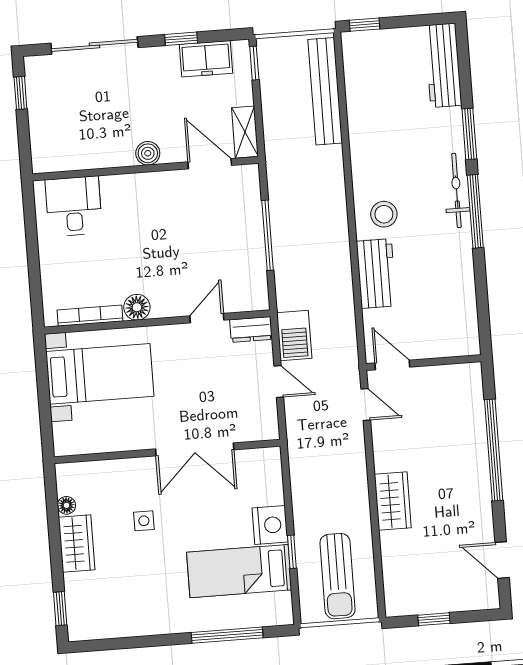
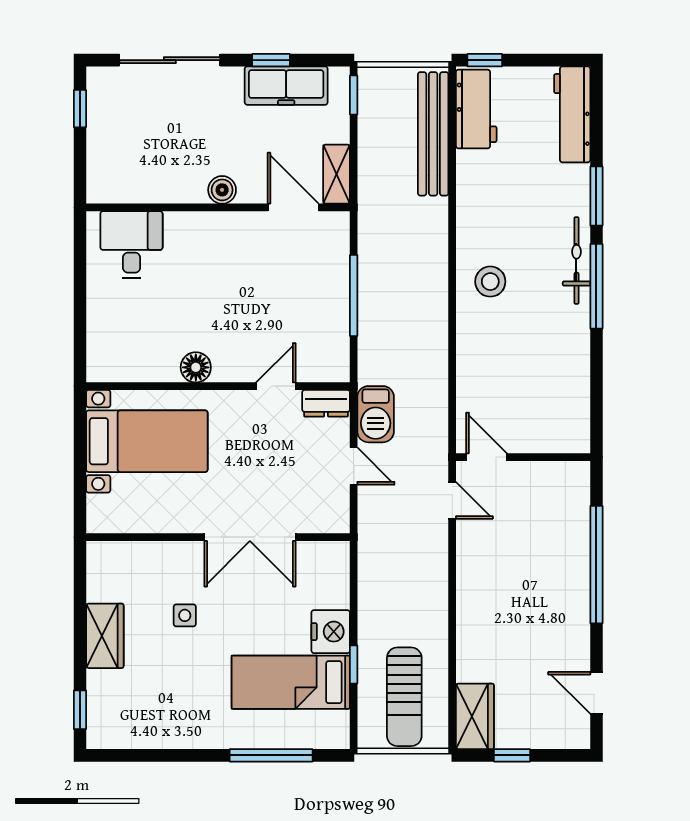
freezer: (206, 59) -> (286, 86), width x1.40
workbench: (376, 274) -> (476, 109), moved
bookcase: (90, 316) -> (141, 373), removed
wardrobe: (393, 501) -> (475, 716), moved
floor lamp: (67, 505) -> (97, 591), removed

